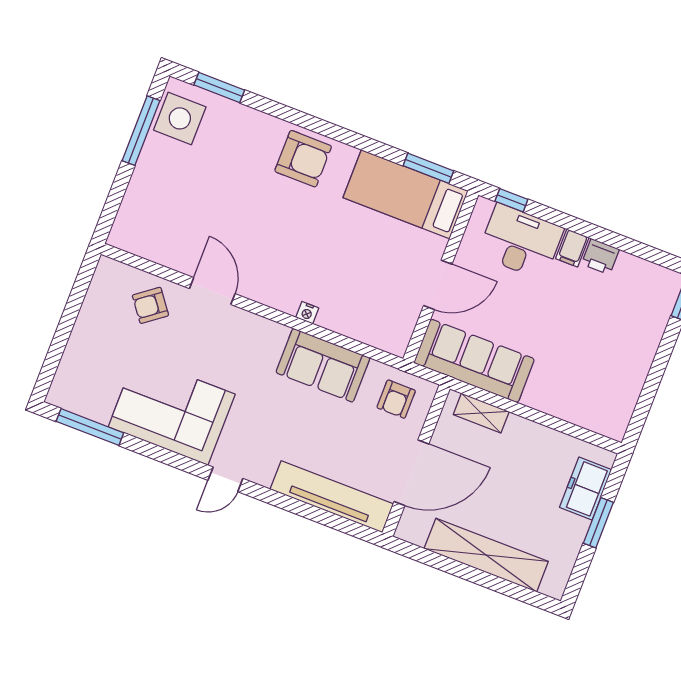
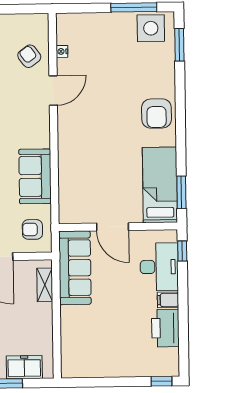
printer: (600, 257) -> (165, 328), width x1.87, depth x1.48
nightstand: (307, 313) -> (62, 51), moved

